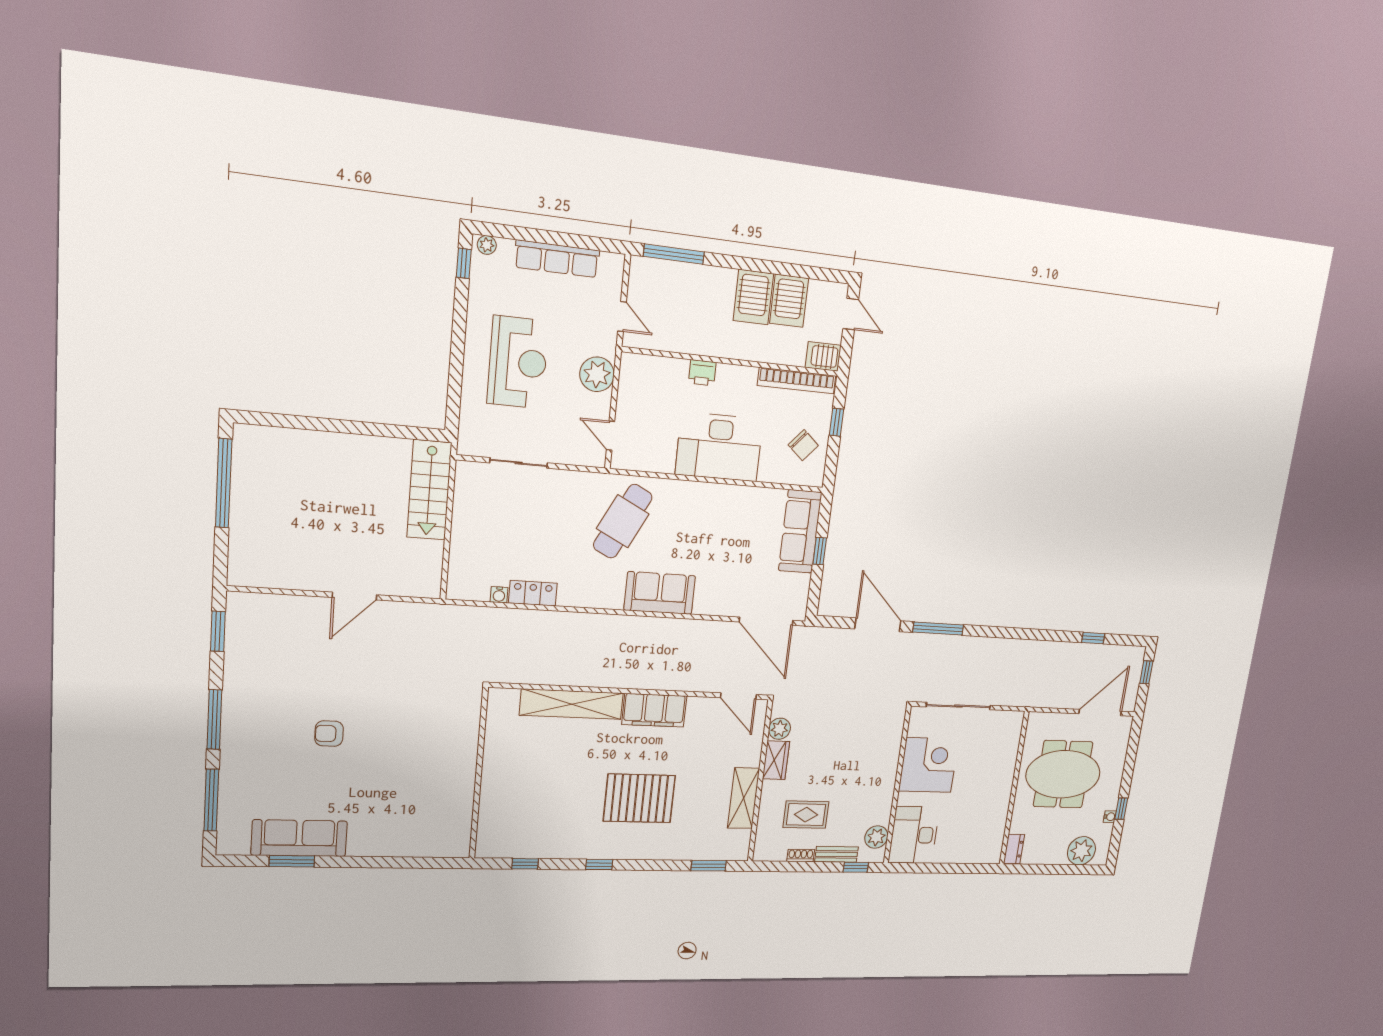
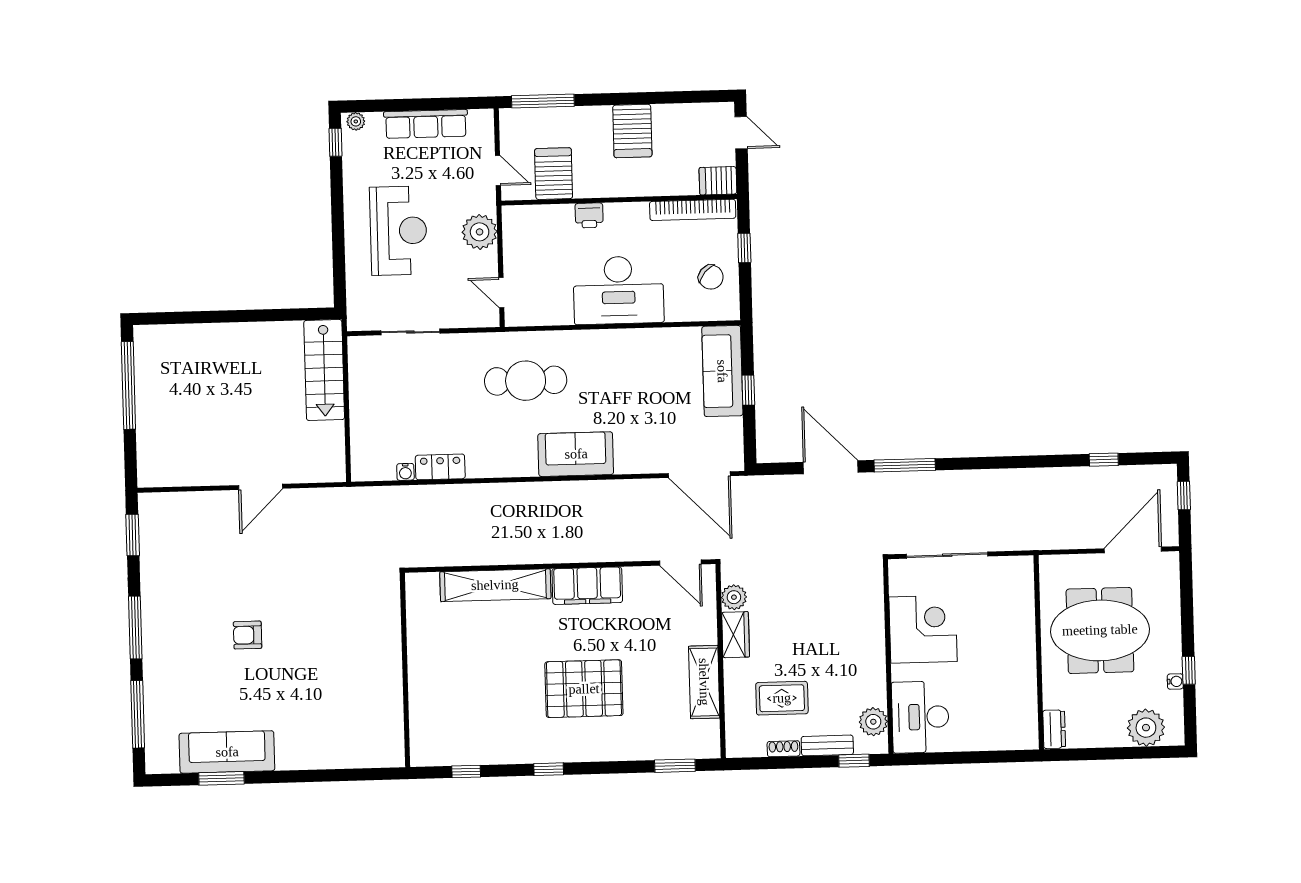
server rack: (789, 301) -> (554, 174), moved, turned 180
cafe table: (623, 521) -> (526, 381), turned 63

